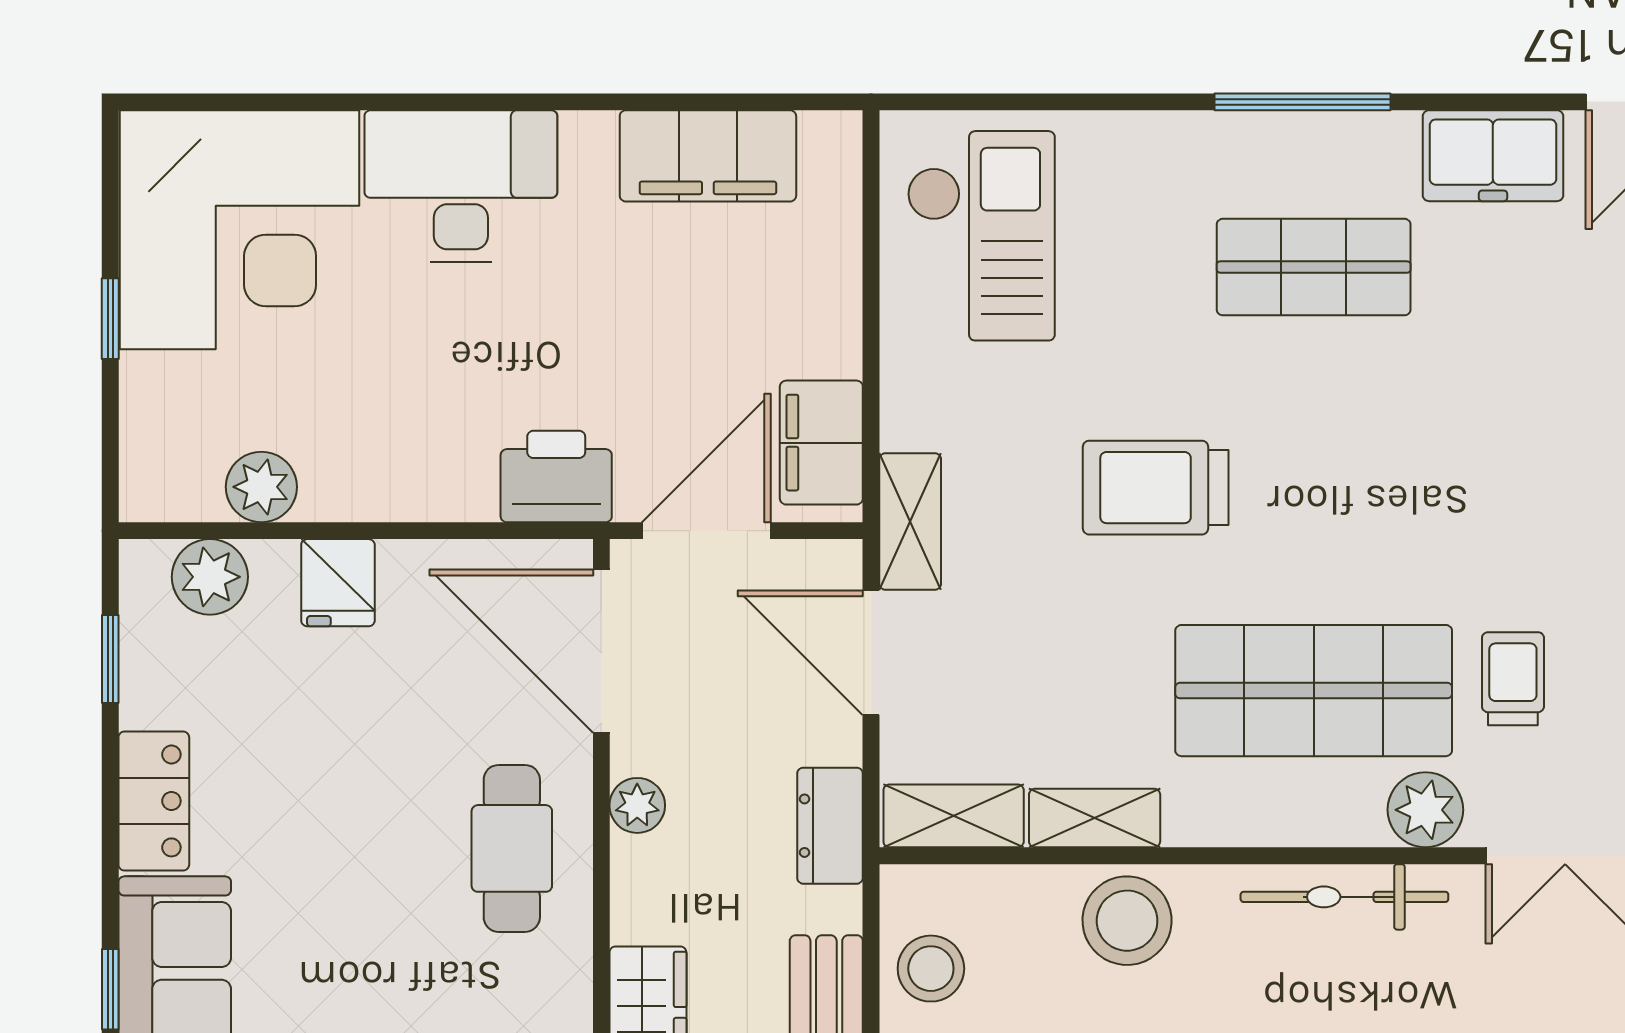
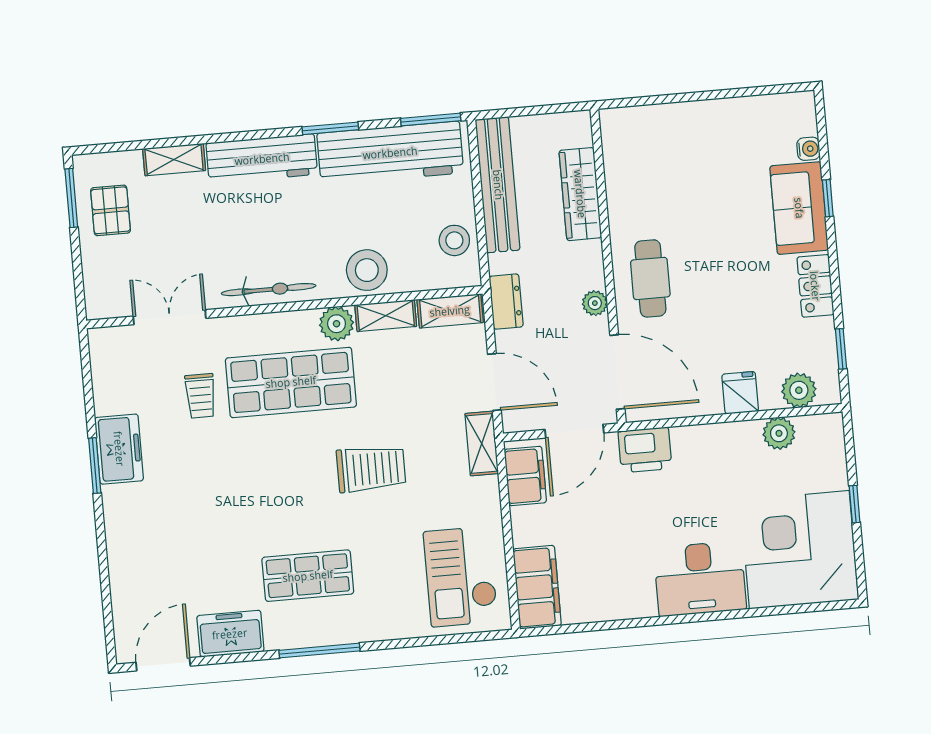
filing cabinet: (708, 156) -> (537, 587), moved, turned 90
plant: (1425, 810) -> (337, 324), moved

